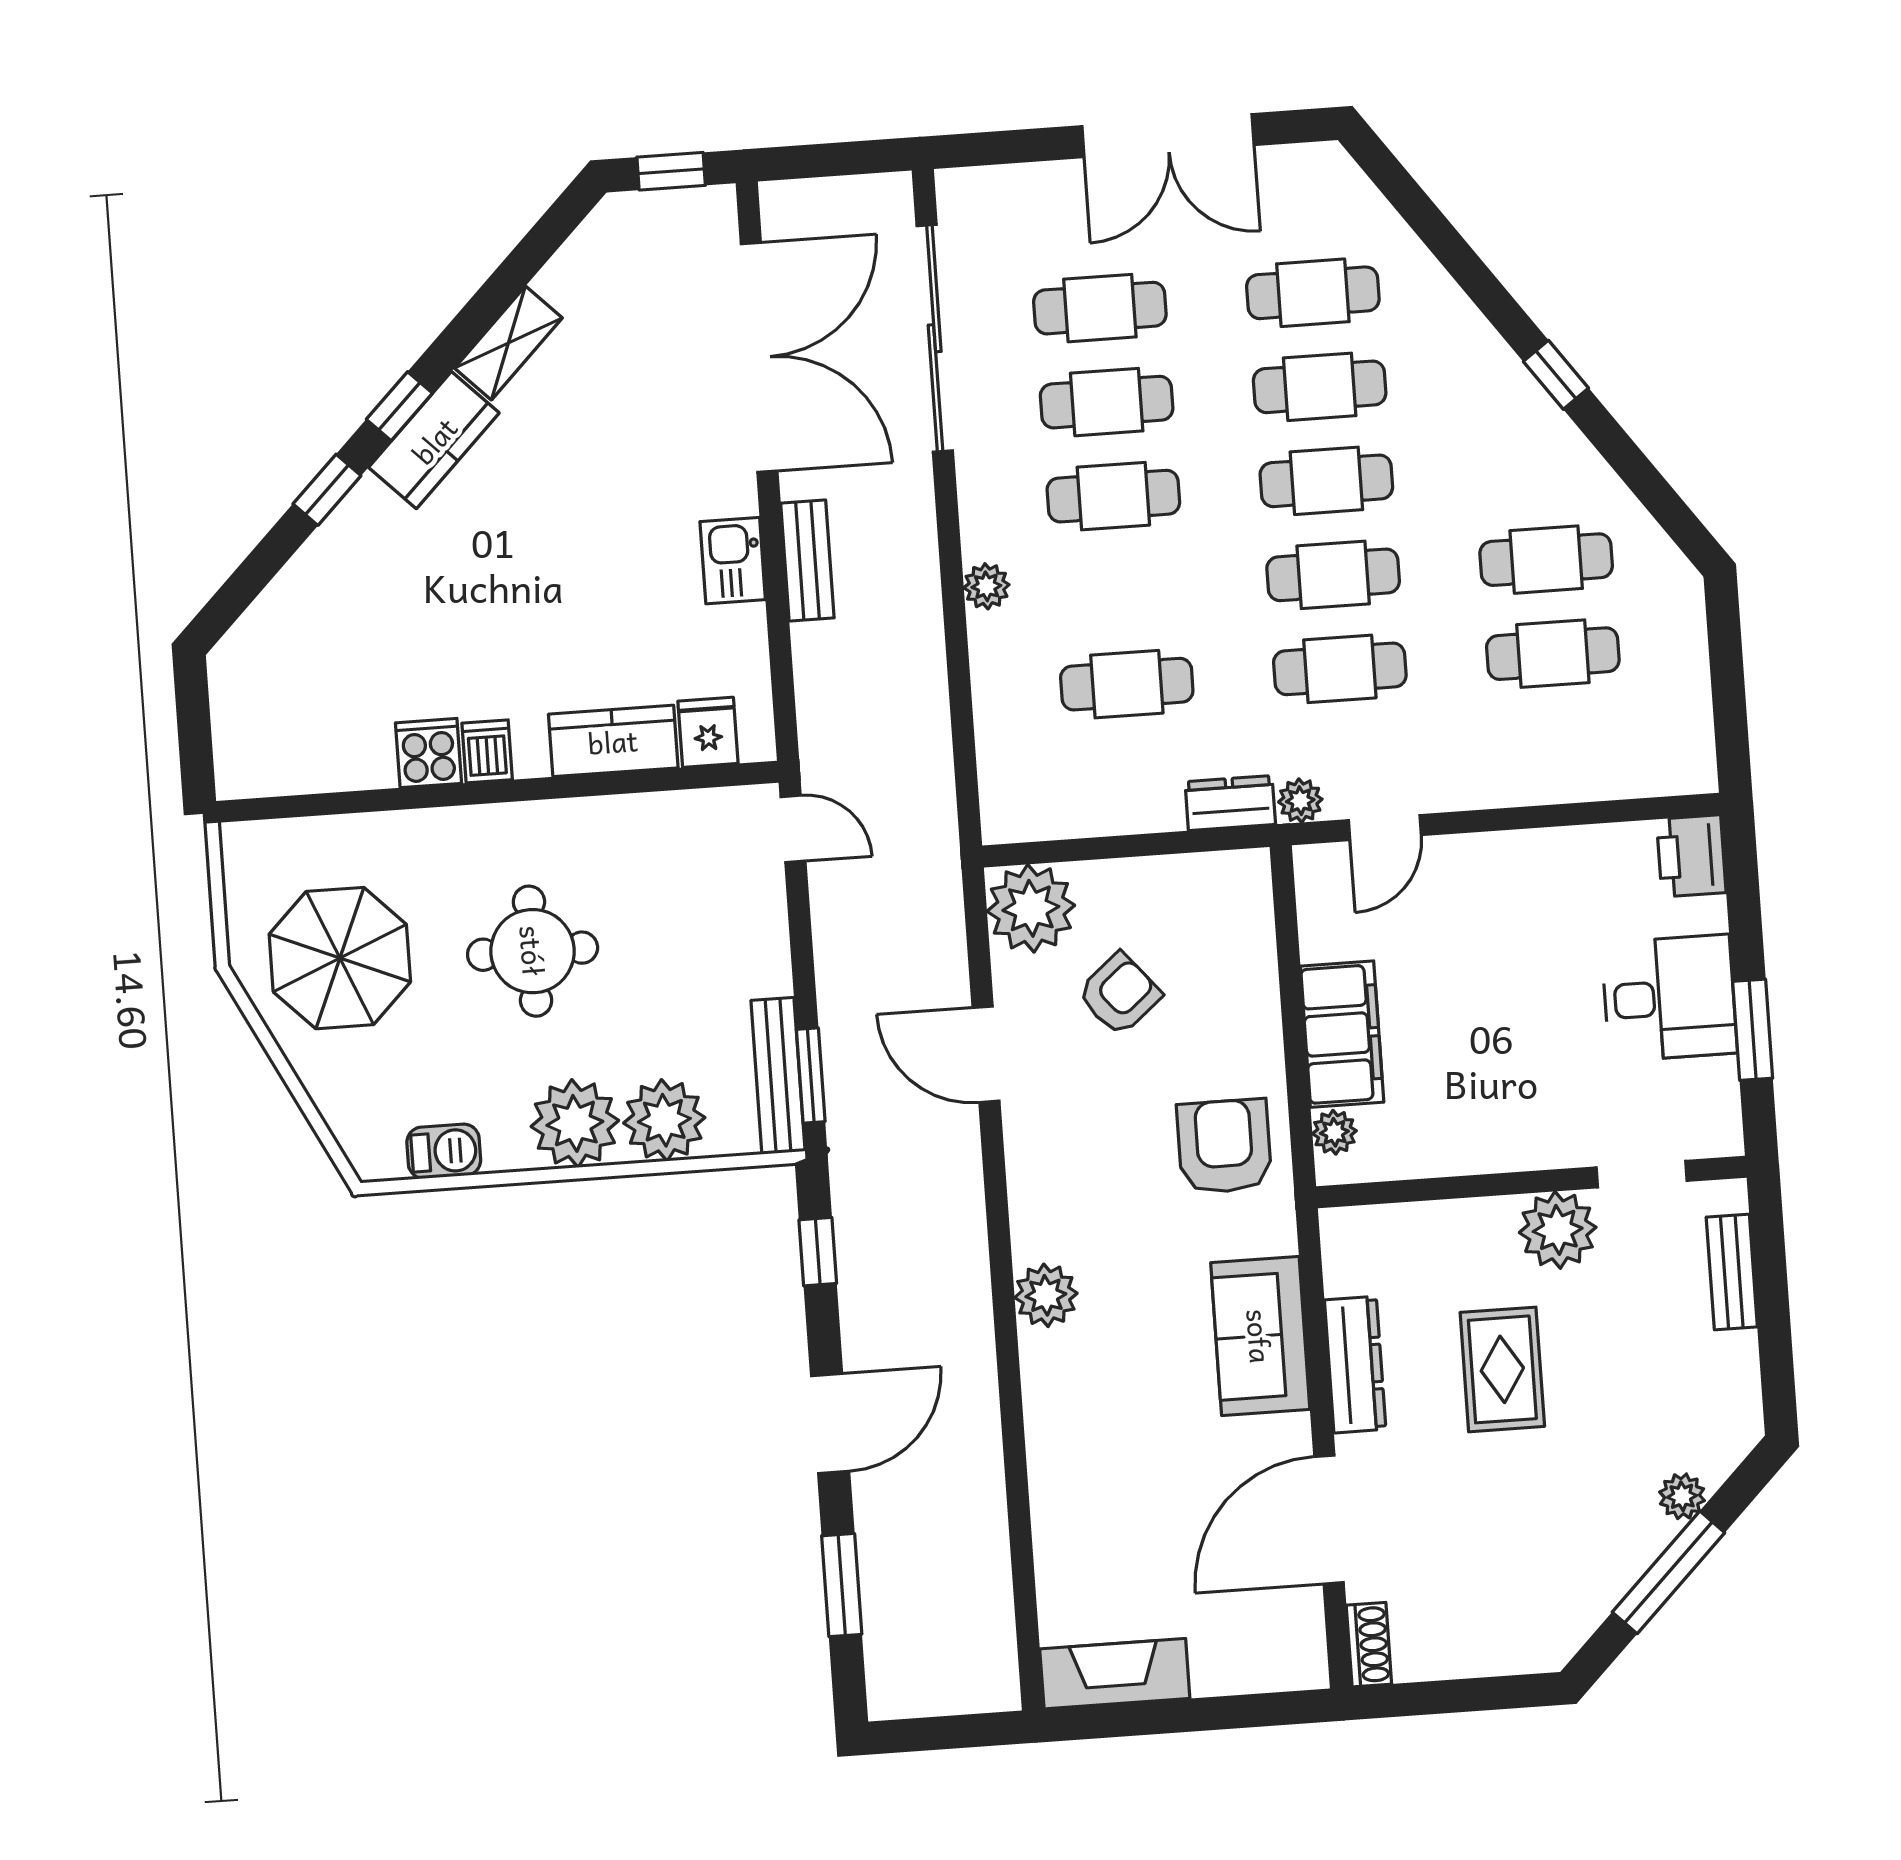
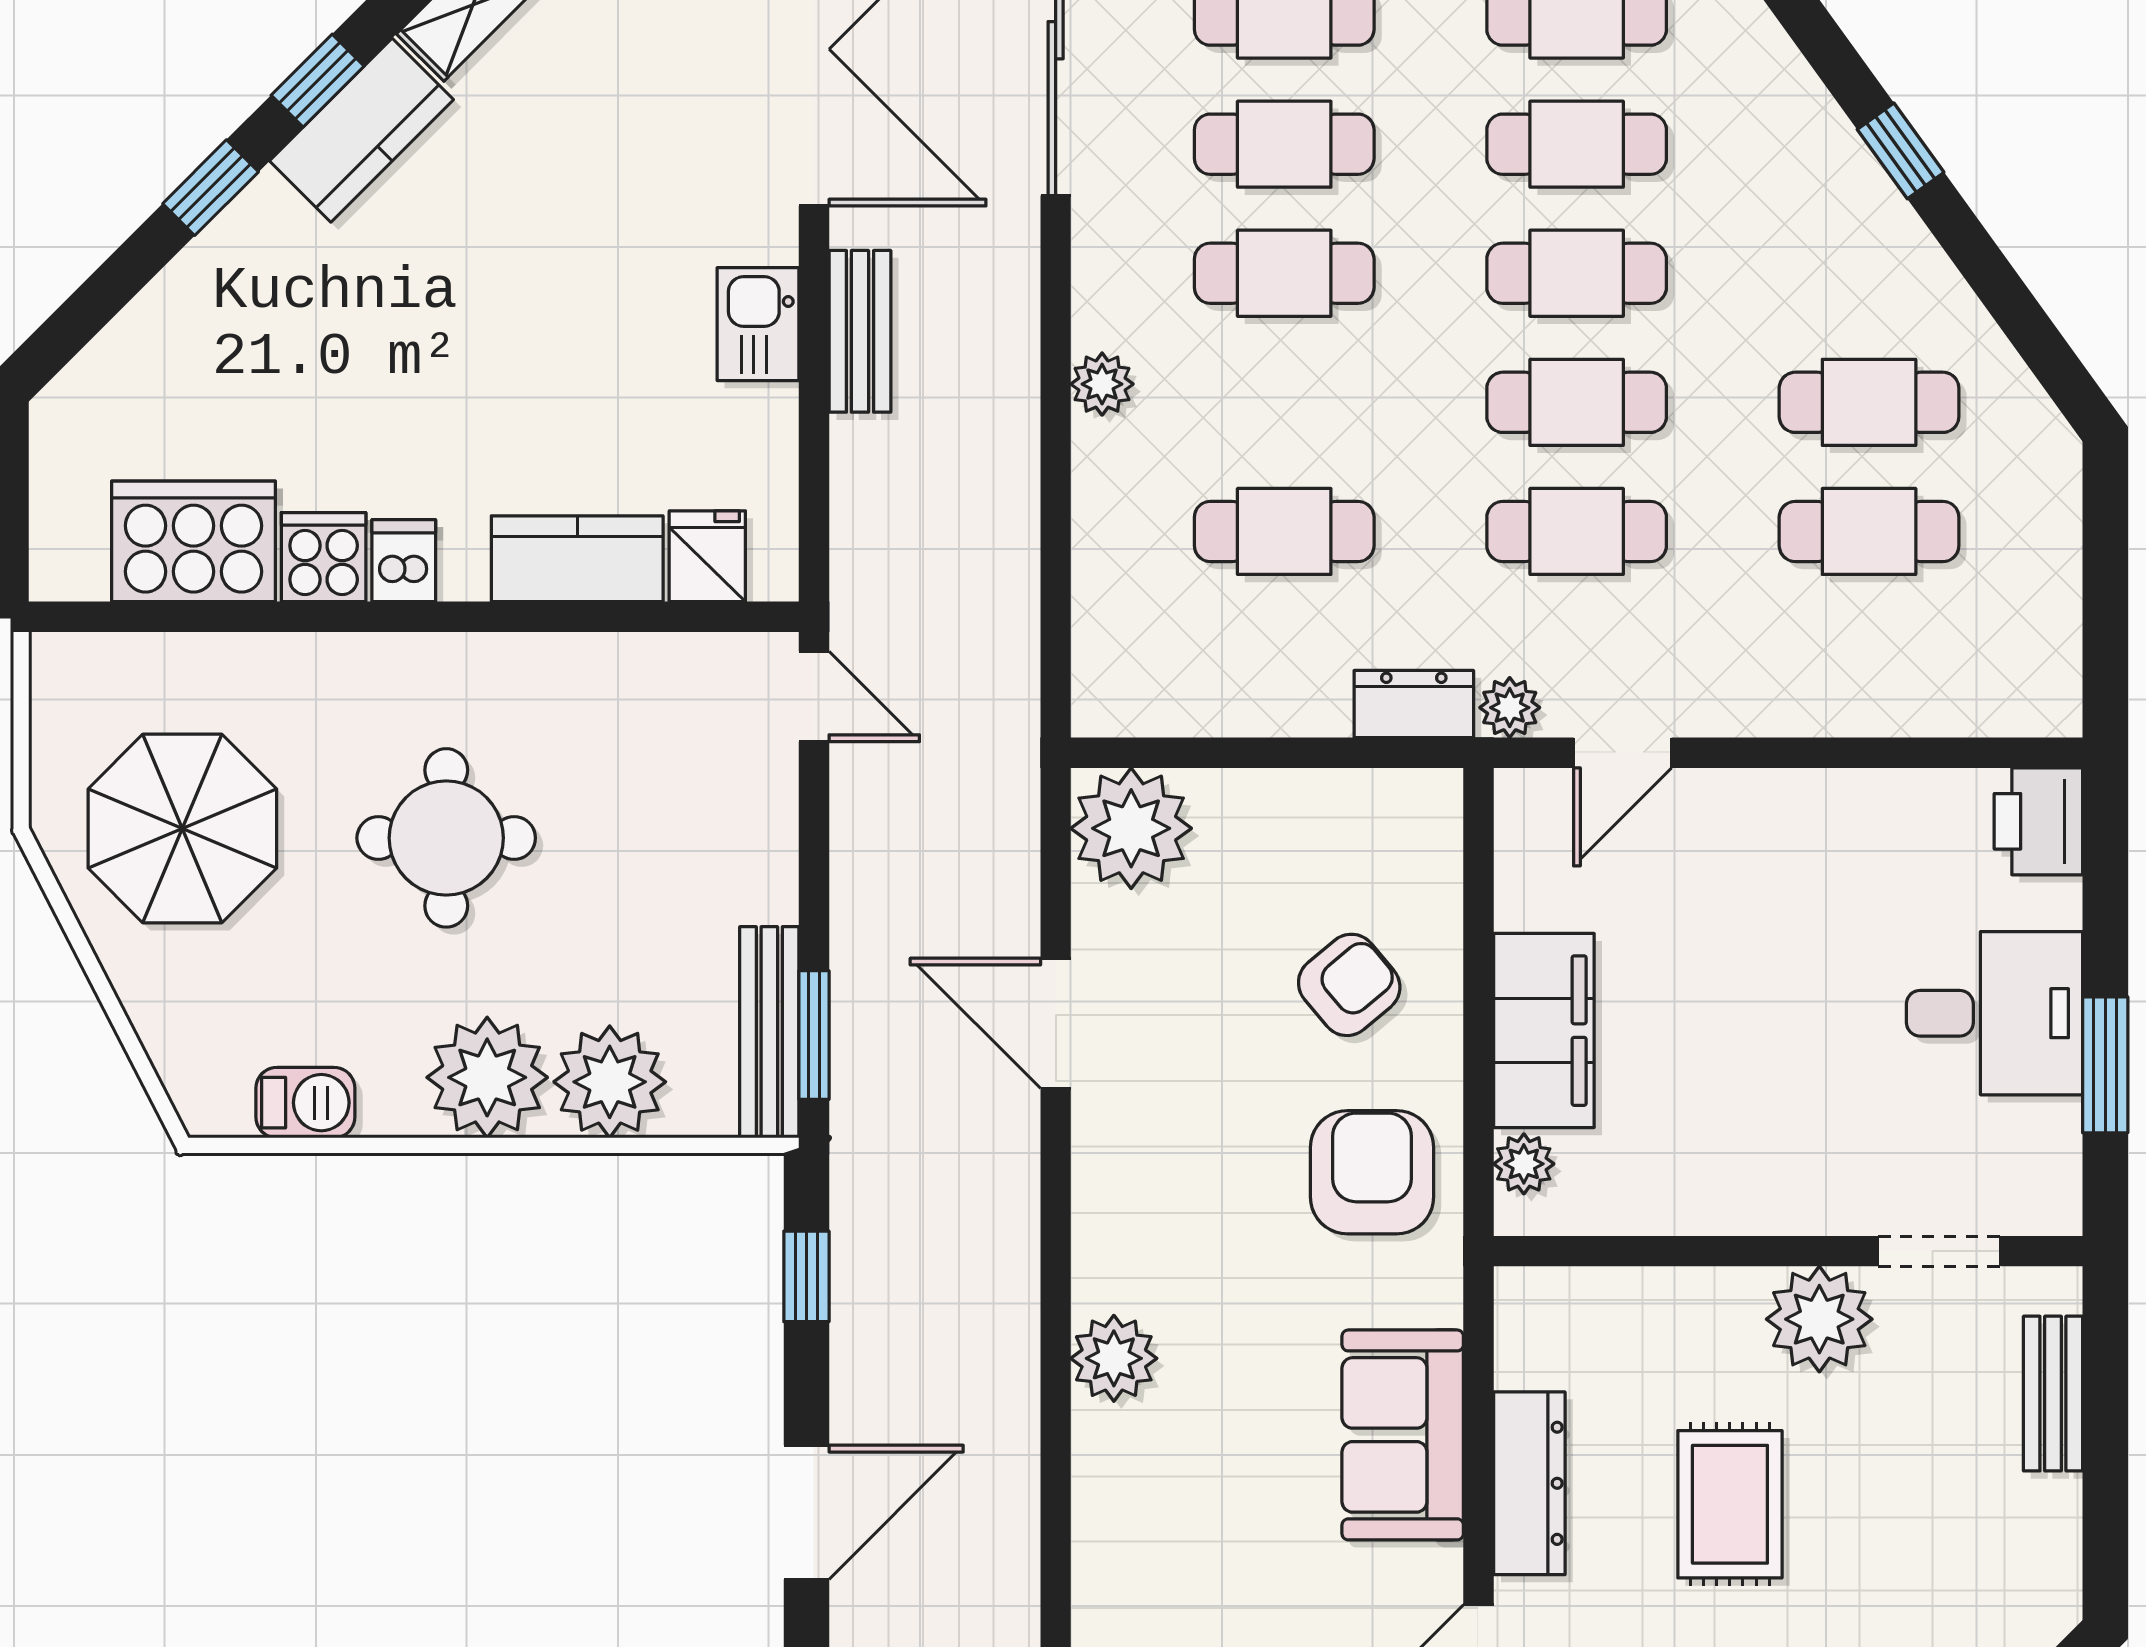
cooker: (333, 748) -> (194, 541), added
armchair: (1119, 994) -> (1349, 985), moved

